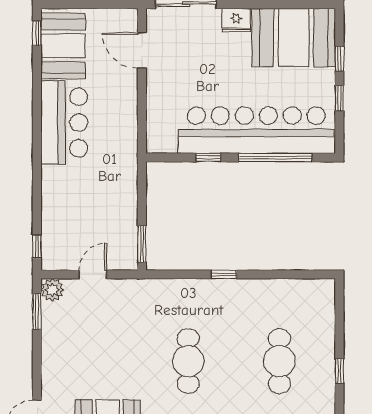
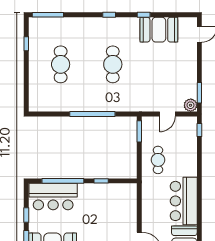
bar counter: (256, 130) -> (53, 197), width x0.54
cafe table: (109, 194) -> (158, 160), added
window: (224, 274) -> (92, 114), width x3.17
window: (339, 371) -> (26, 44), moved

